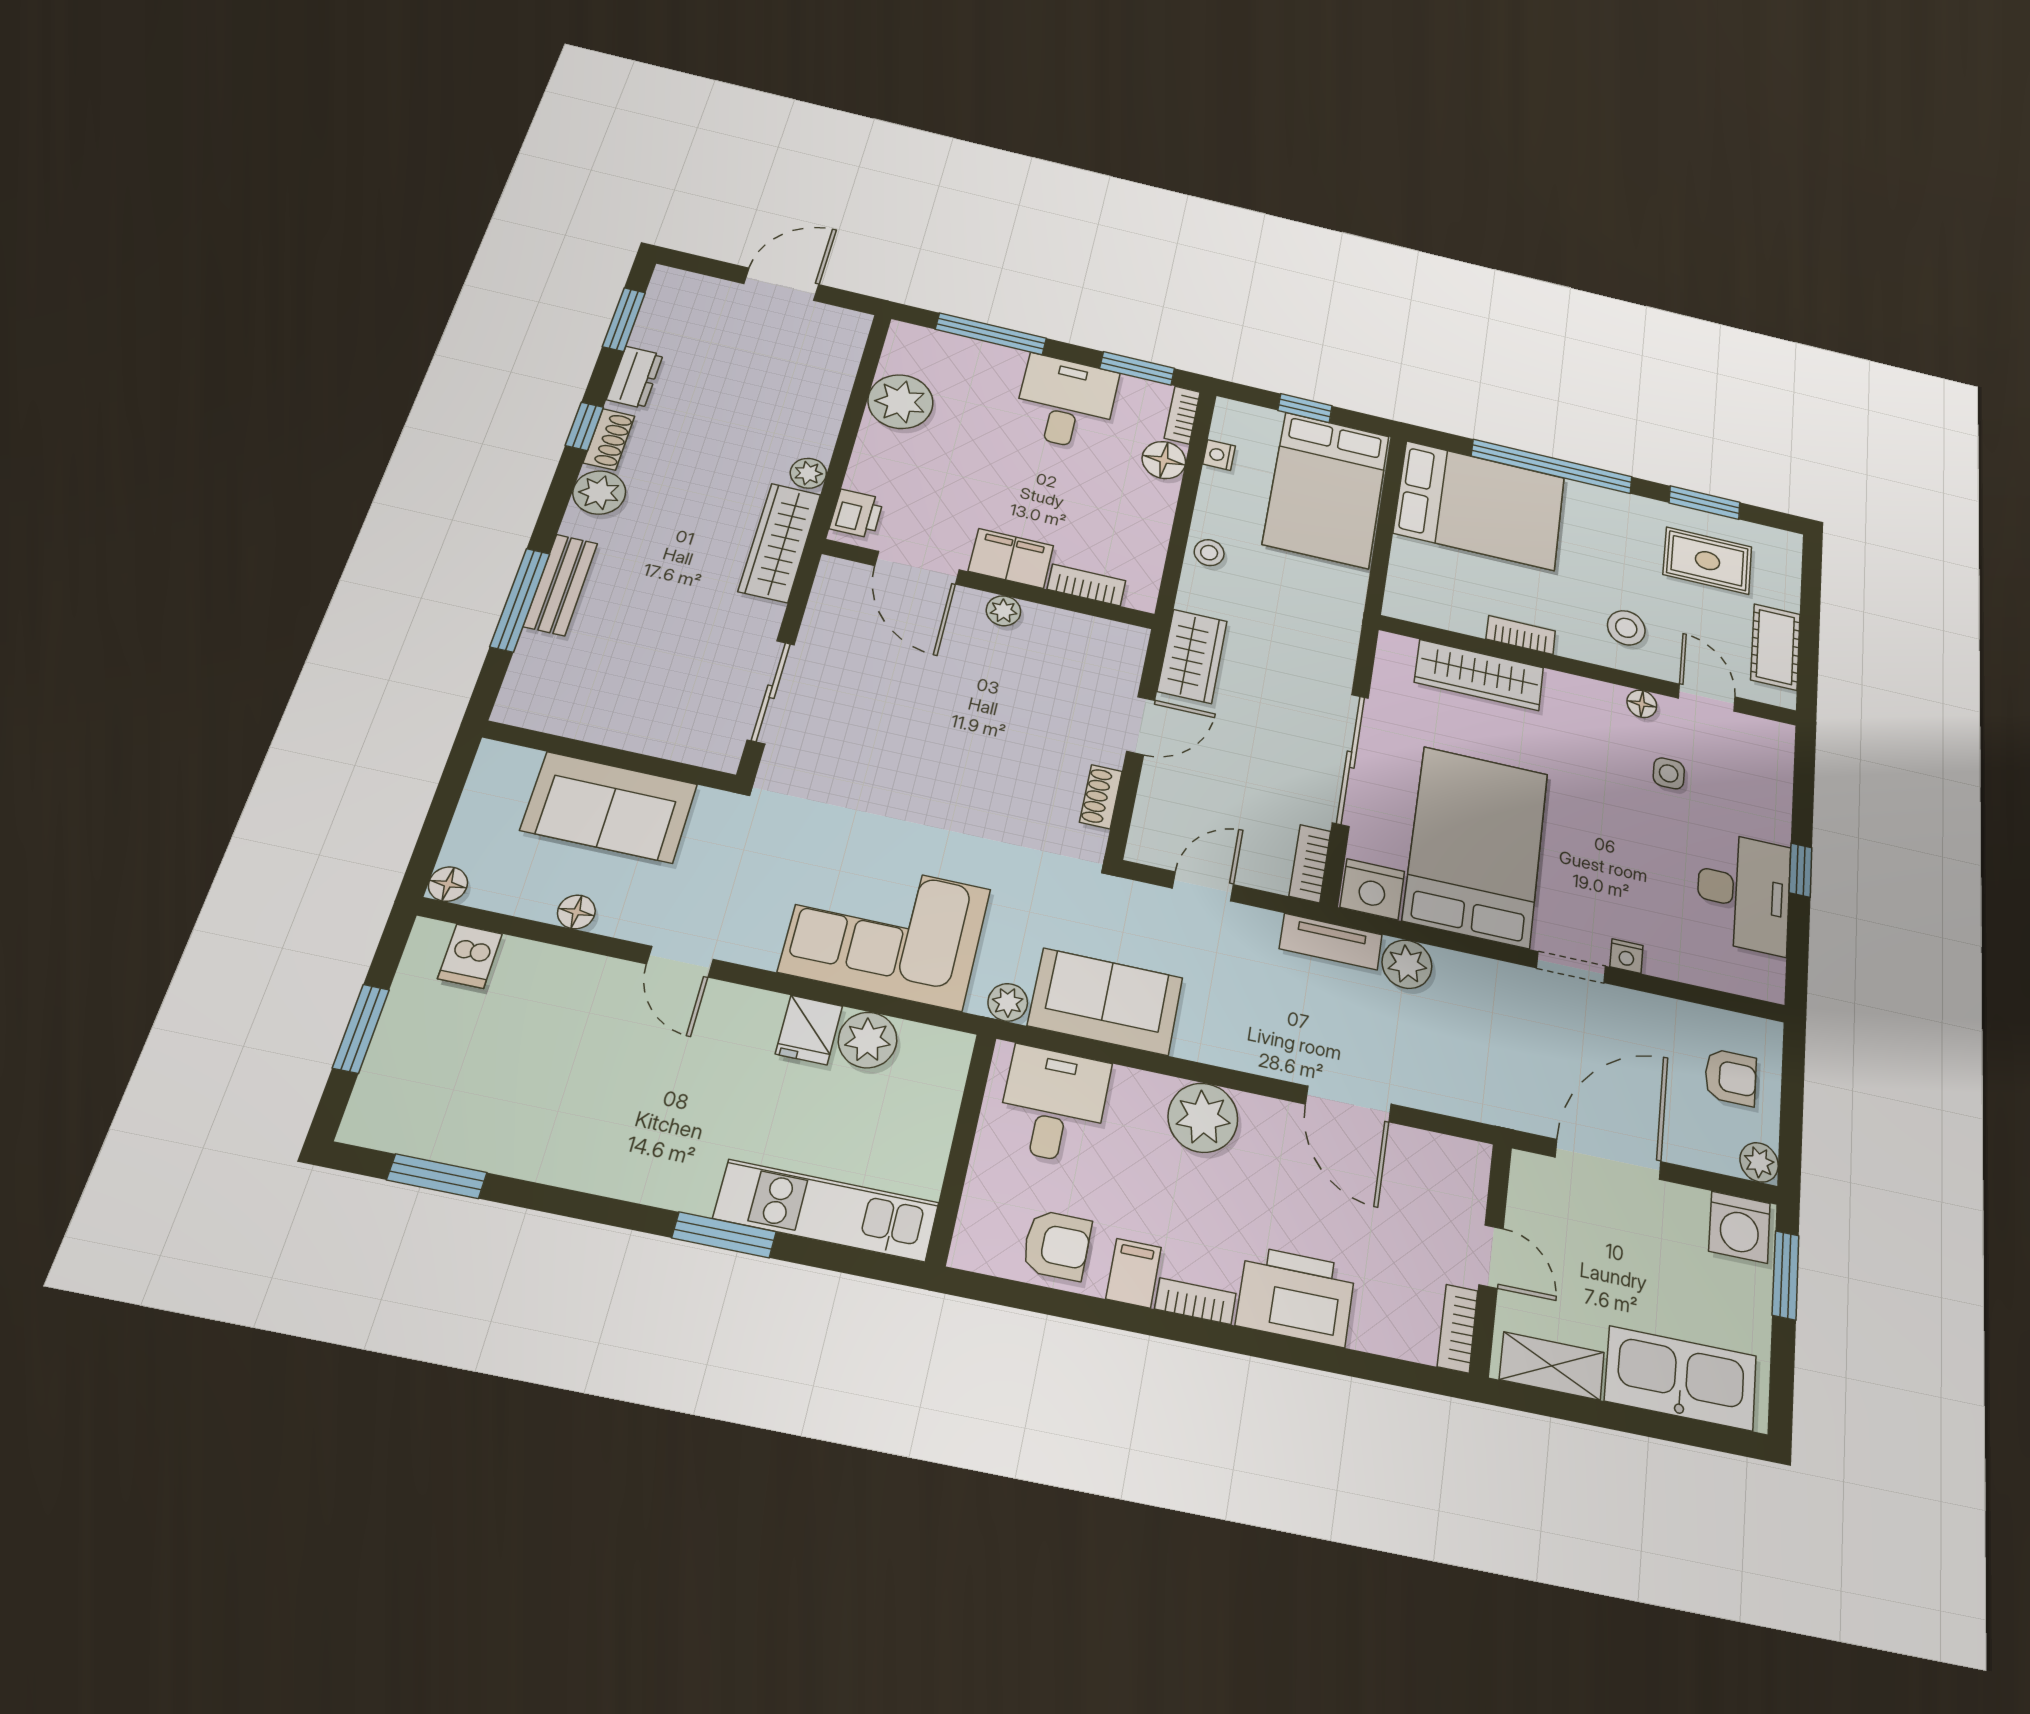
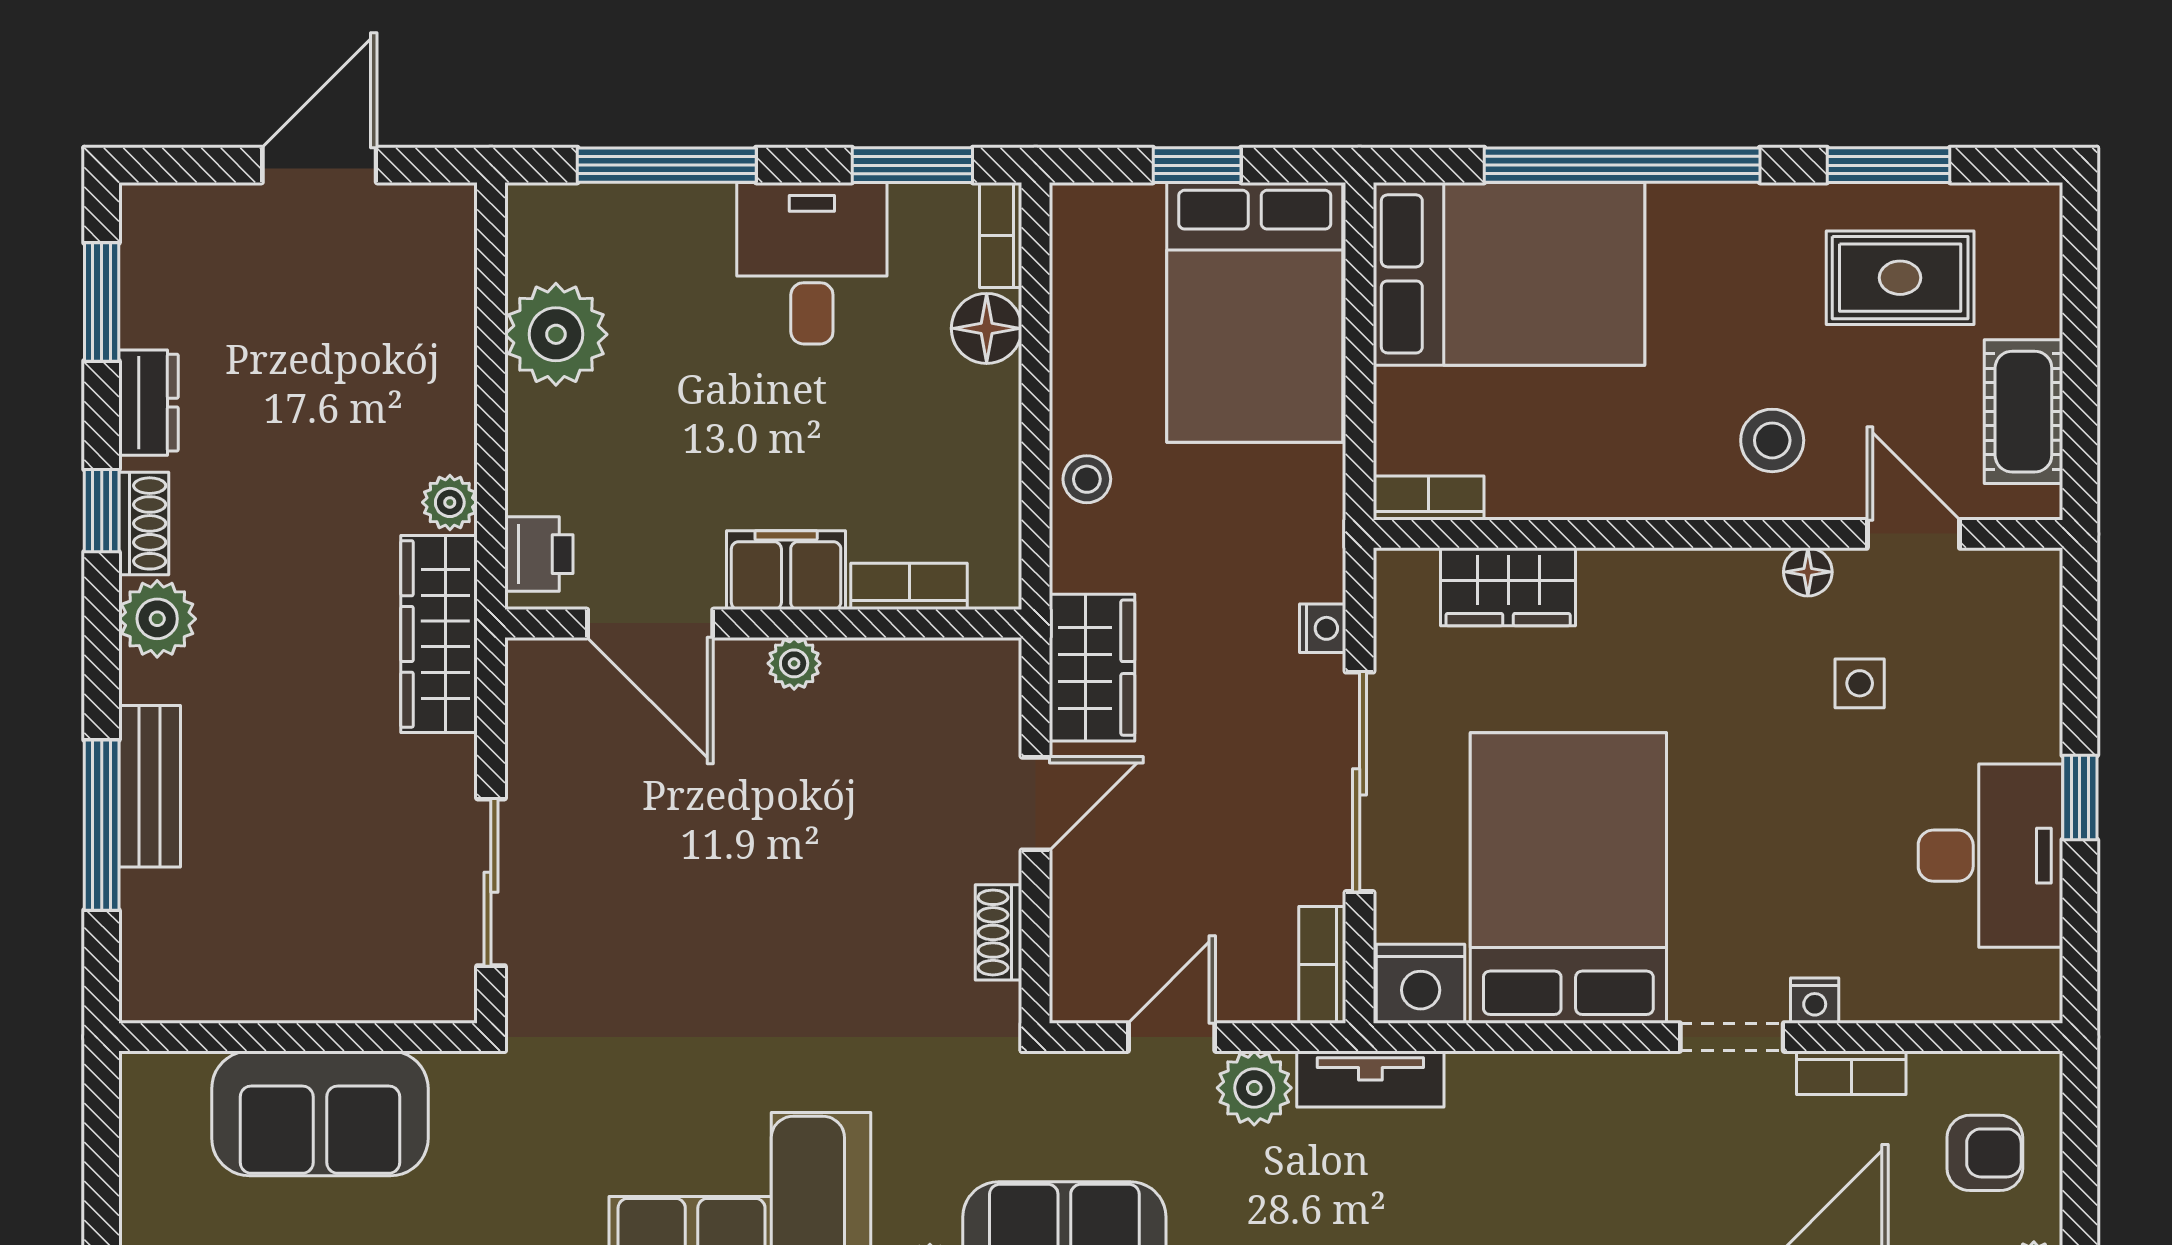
nightstand: (1219, 455) -> (1323, 628), moved, turned 180
bookcase: (1521, 635) -> (1429, 498), moved
wardrobe: (1479, 675) -> (1508, 587), width x0.67
plant: (1407, 964) -> (1254, 1088), moved
bookcase: (1647, 1007) -> (1851, 1073), added

